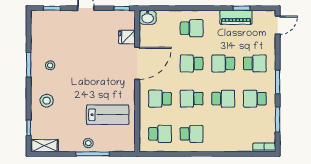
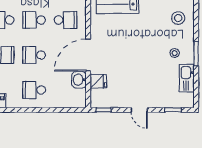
washbasin: (148, 17) -> (79, 80), moved, turned -90
kitchen sink: (38, 40) -> (187, 78), added
school desk: (192, 63) -> (34, 55), turned 180
school desk: (192, 99) -> (34, 20), turned 180

